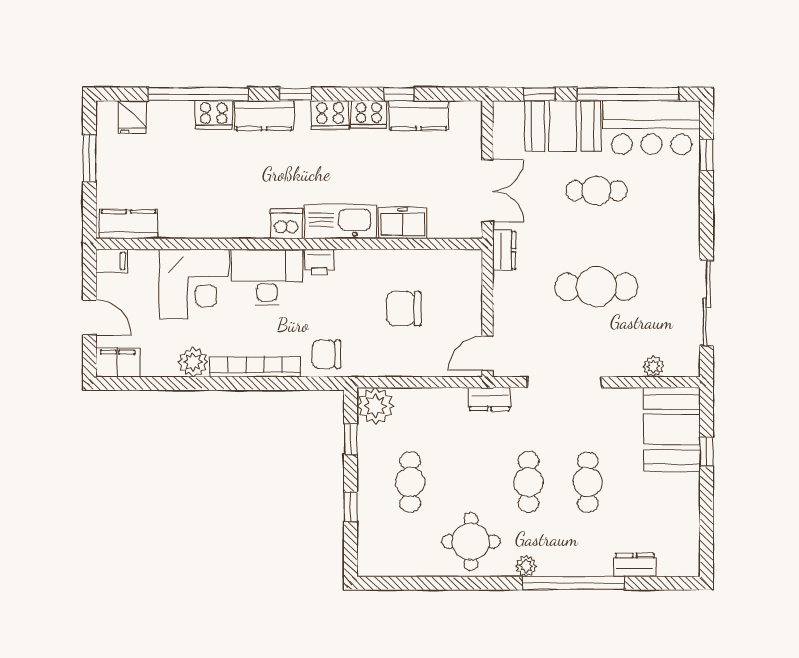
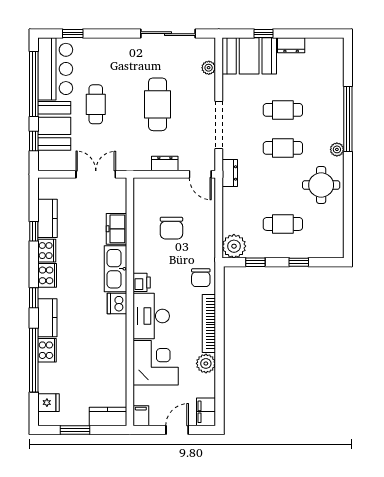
kitchen counter: (129, 224) -> (108, 417), moved, turned 90
dresser: (504, 250) -> (165, 164), moved
dresser: (635, 565) -> (291, 45), moved, turned -90

